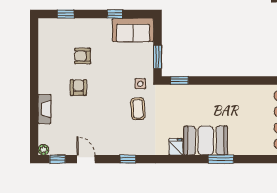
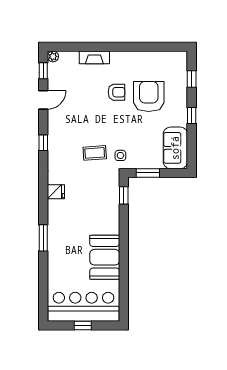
window: (115, 14) -> (192, 116), moved
armchair: (83, 56) -> (149, 96), width x1.88, depth x1.88
booth: (206, 140) -> (105, 257), moved

